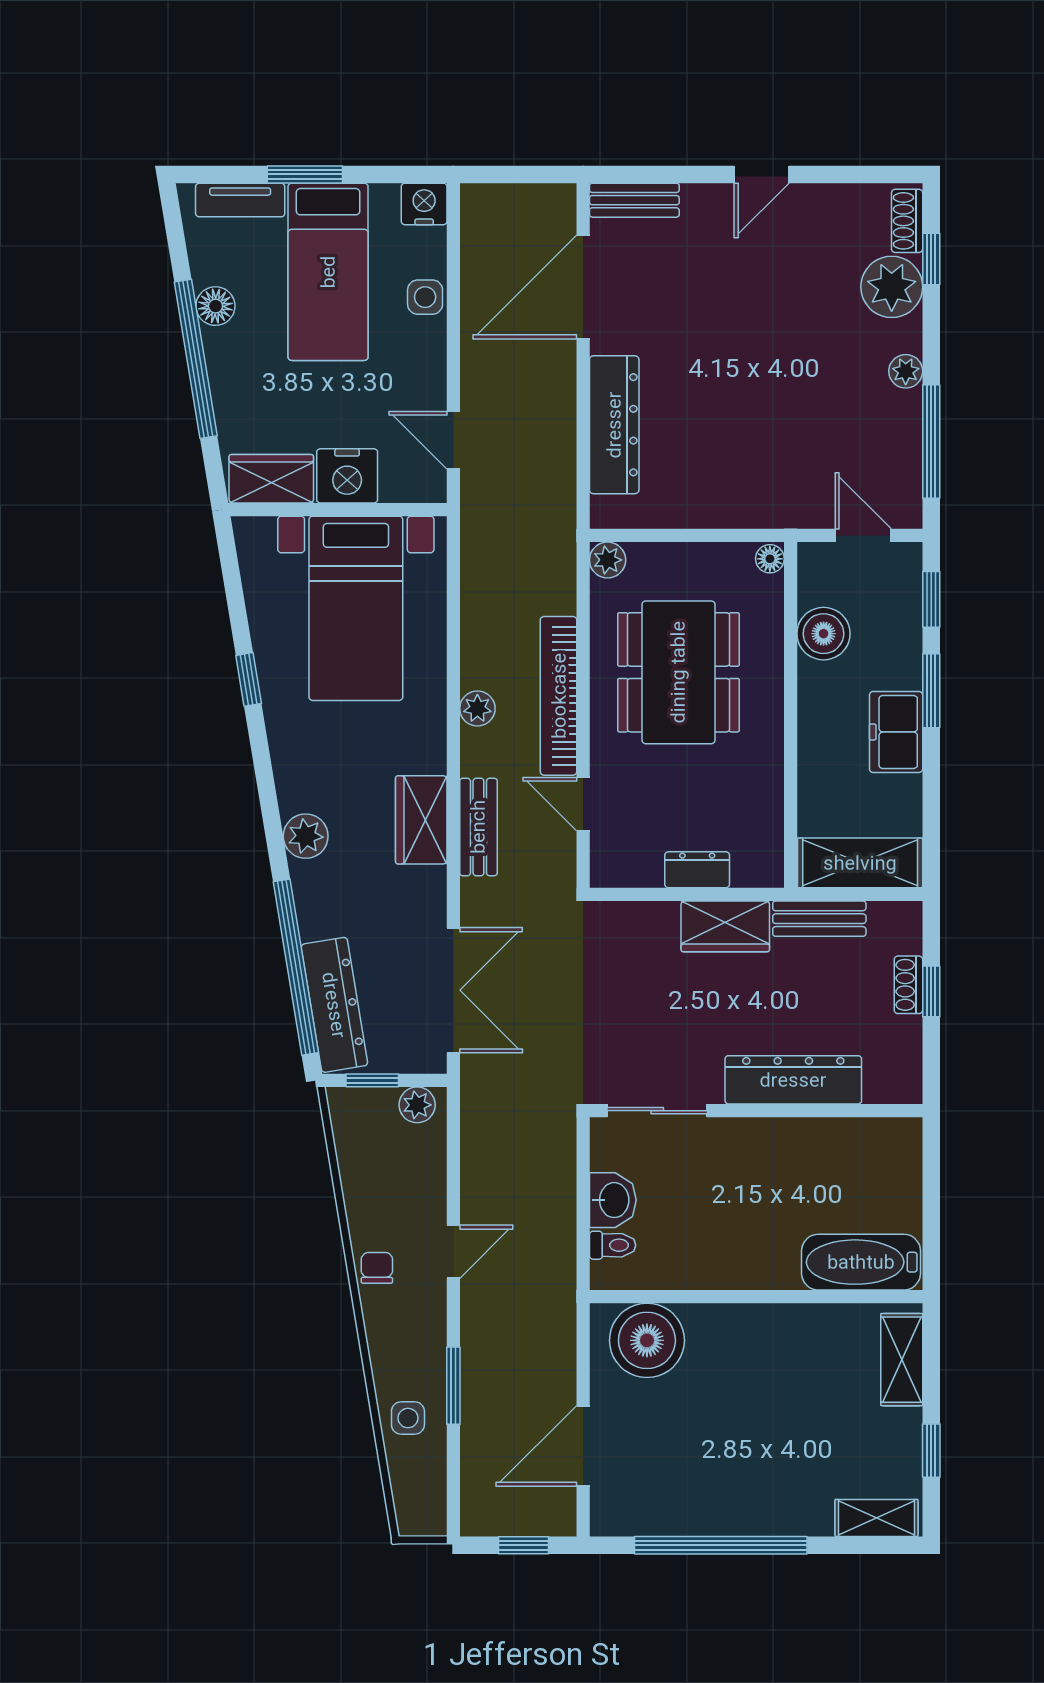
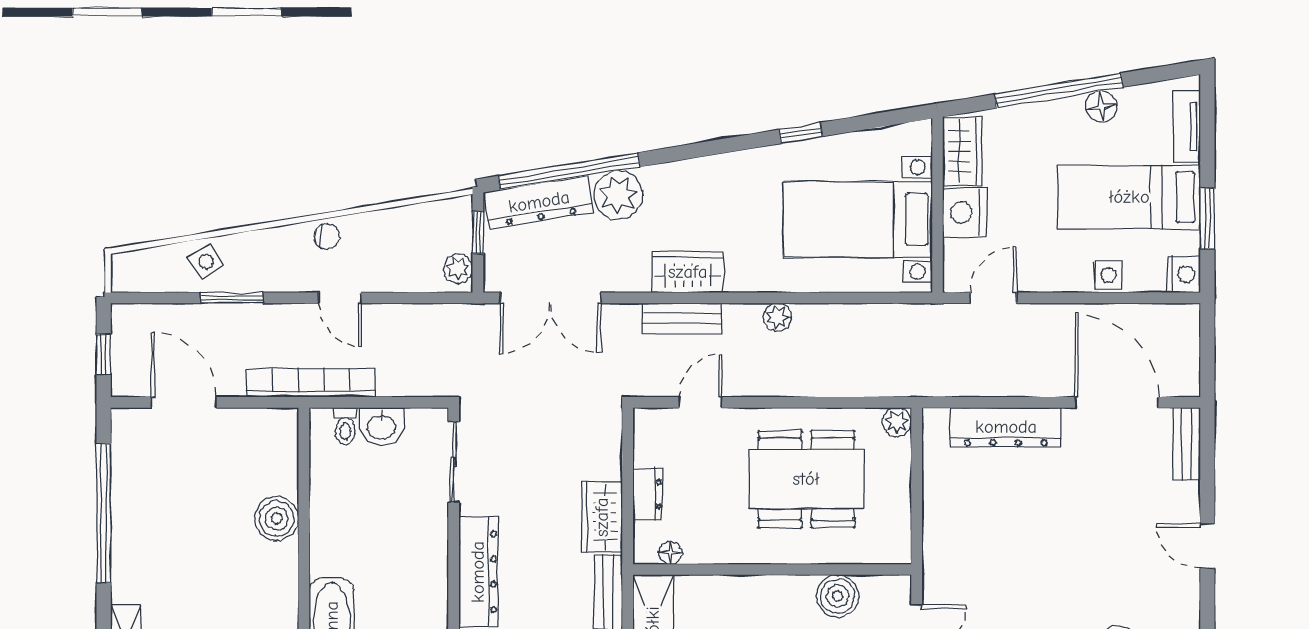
window: (305, 174) -> (1207, 219), moved
floor lamp: (770, 559) -> (671, 553), moved
bookcase: (559, 696) -> (311, 383), moved
plant: (306, 836) -> (618, 195), moved, width x1.36, depth x1.36
boiler: (647, 1340) -> (277, 518), moved, width x0.73, depth x0.73
side table: (408, 1418) -> (206, 261), turned -34

